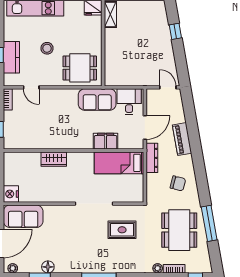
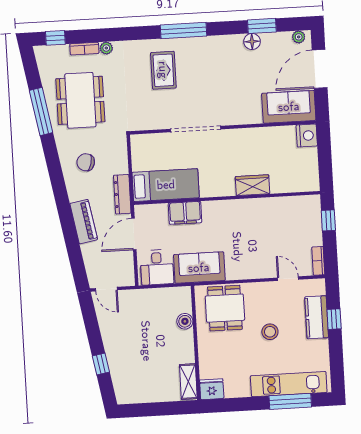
boiler: (110, 60) -> (185, 321), added
dining table: (80, 68) -> (225, 308), turned 90
rug: (122, 230) -> (163, 70), moved, turned 90

